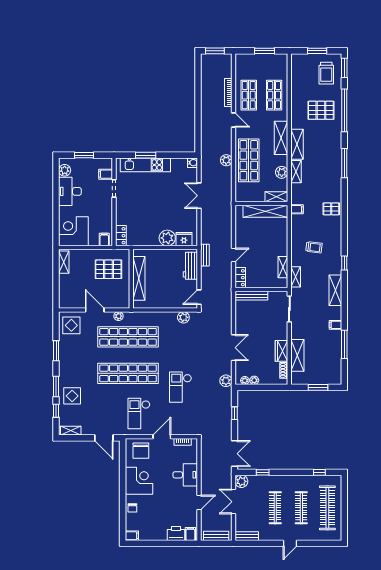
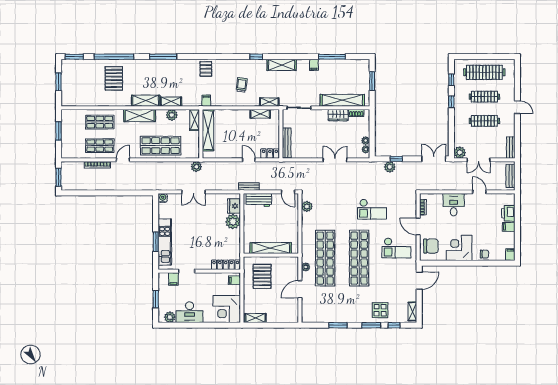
trolley: (326, 73) -> (79, 73), removed
plant: (226, 160) -> (196, 167), moved
locker: (121, 236) -> (226, 265), width x1.53
display table: (71, 325) -> (314, 311), removed
shelving: (297, 355) -> (342, 100), width x1.47
plant: (226, 381) -> (390, 167), moved
window: (263, 472) -> (451, 102), moved
filing cabinet: (190, 534) -> (509, 227), moved

